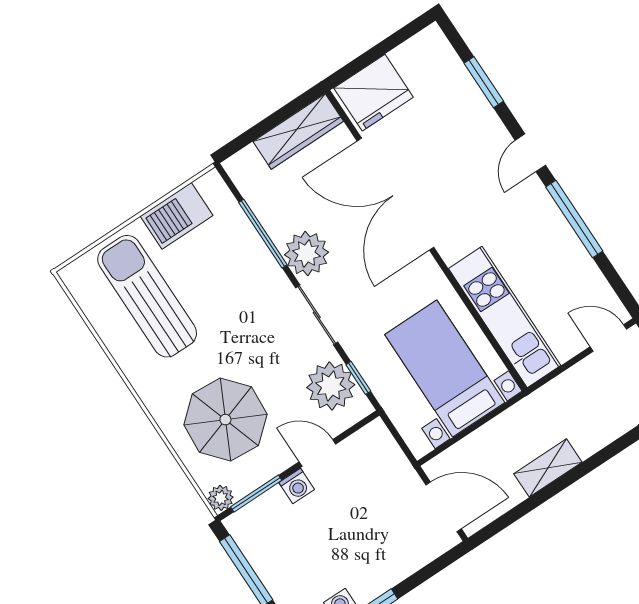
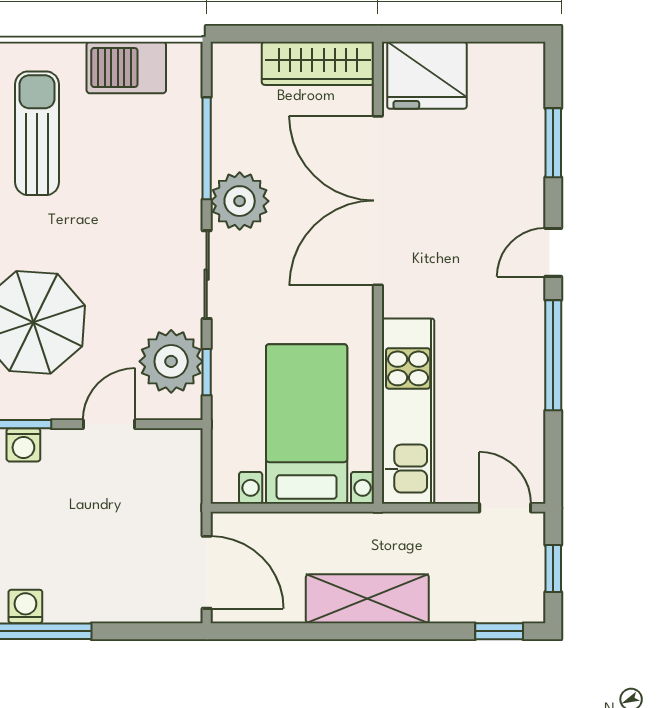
sun lounger: (147, 296) -> (37, 133), width x0.73, depth x0.75
door: (317, 453) -> (109, 424), hinge flipped
shelving: (548, 468) -> (367, 599), width x1.50, depth x1.33
washing machine: (297, 486) -> (23, 445), moved

